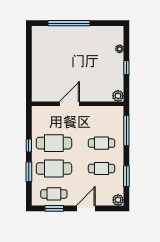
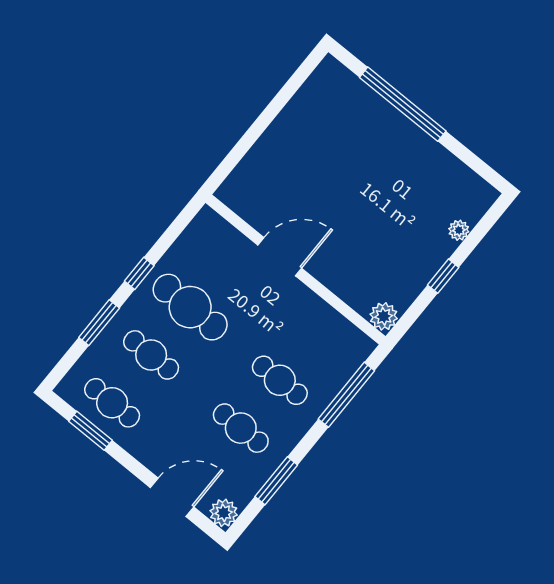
cafe table: (54, 168) -> (151, 355), width x0.73, depth x0.74
door: (86, 208) -> (172, 497), moved

